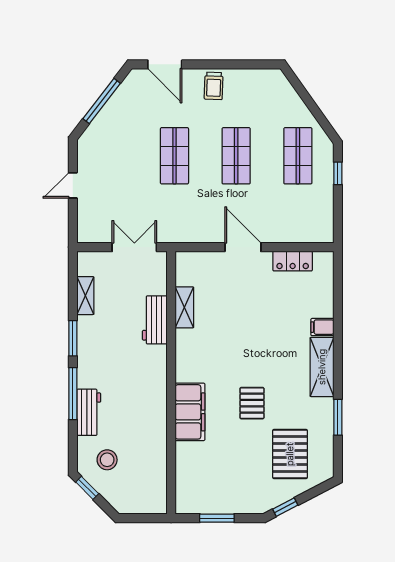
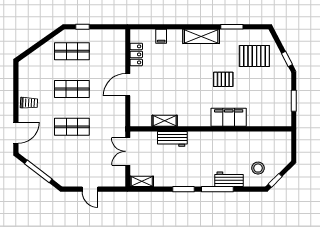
shelving: (85, 296) -> (142, 181), moved
filing cabinet: (322, 327) -> (161, 36), moved

